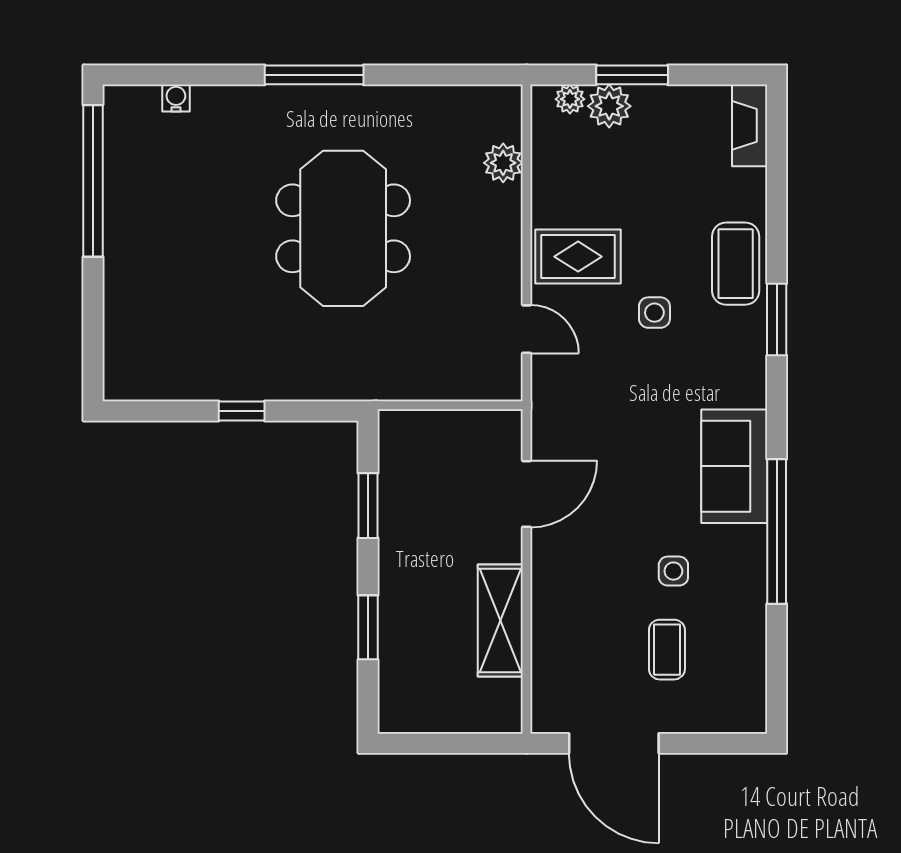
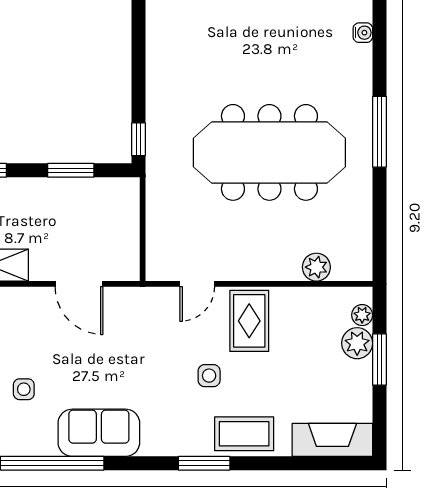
fireplace: (750, 125) -> (332, 440), width x1.37, depth x1.32
meeting table: (343, 228) -> (269, 152), width x1.36
window: (242, 411) -> (139, 139), moved

